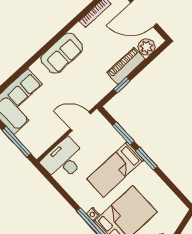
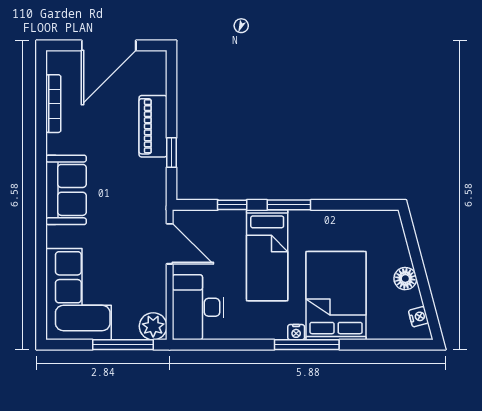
plant: (147, 47) -> (153, 326), moved
door: (80, 121) -> (170, 244), swing flipped
window: (123, 133) -> (232, 205), width x0.67

